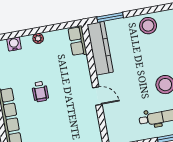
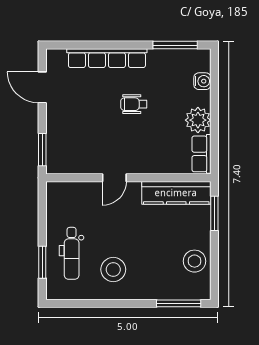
plant: (38, 38) -> (198, 120), width x1.88, depth x1.88
row of seats: (77, 41) -> (201, 154), moved, turned -90

